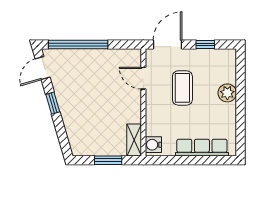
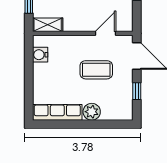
water cooler: (153, 145) -> (40, 55), moved, turned -90
row of seats: (202, 148) -> (57, 112), moved, turned -90

